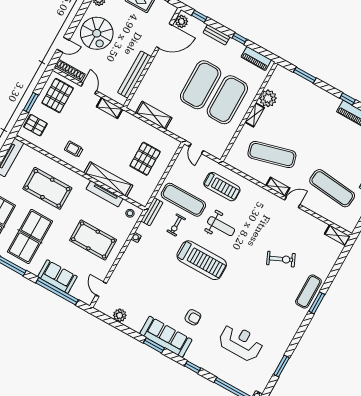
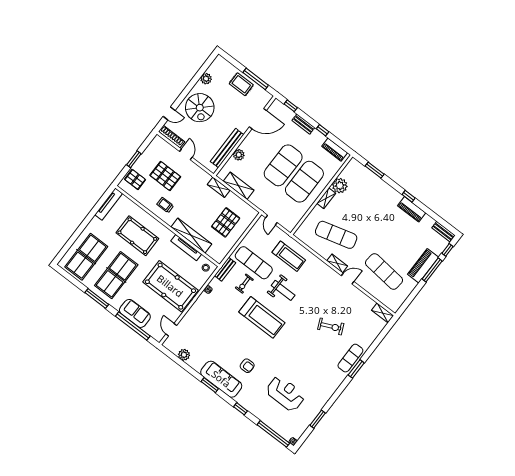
plant: (181, 21) -> (239, 155), moved
pallet: (58, 96) -> (165, 176), moved, turned 90
shelving: (110, 108) -> (219, 187), moved
pool table: (93, 240) -> (170, 286), width x1.36, depth x1.32

